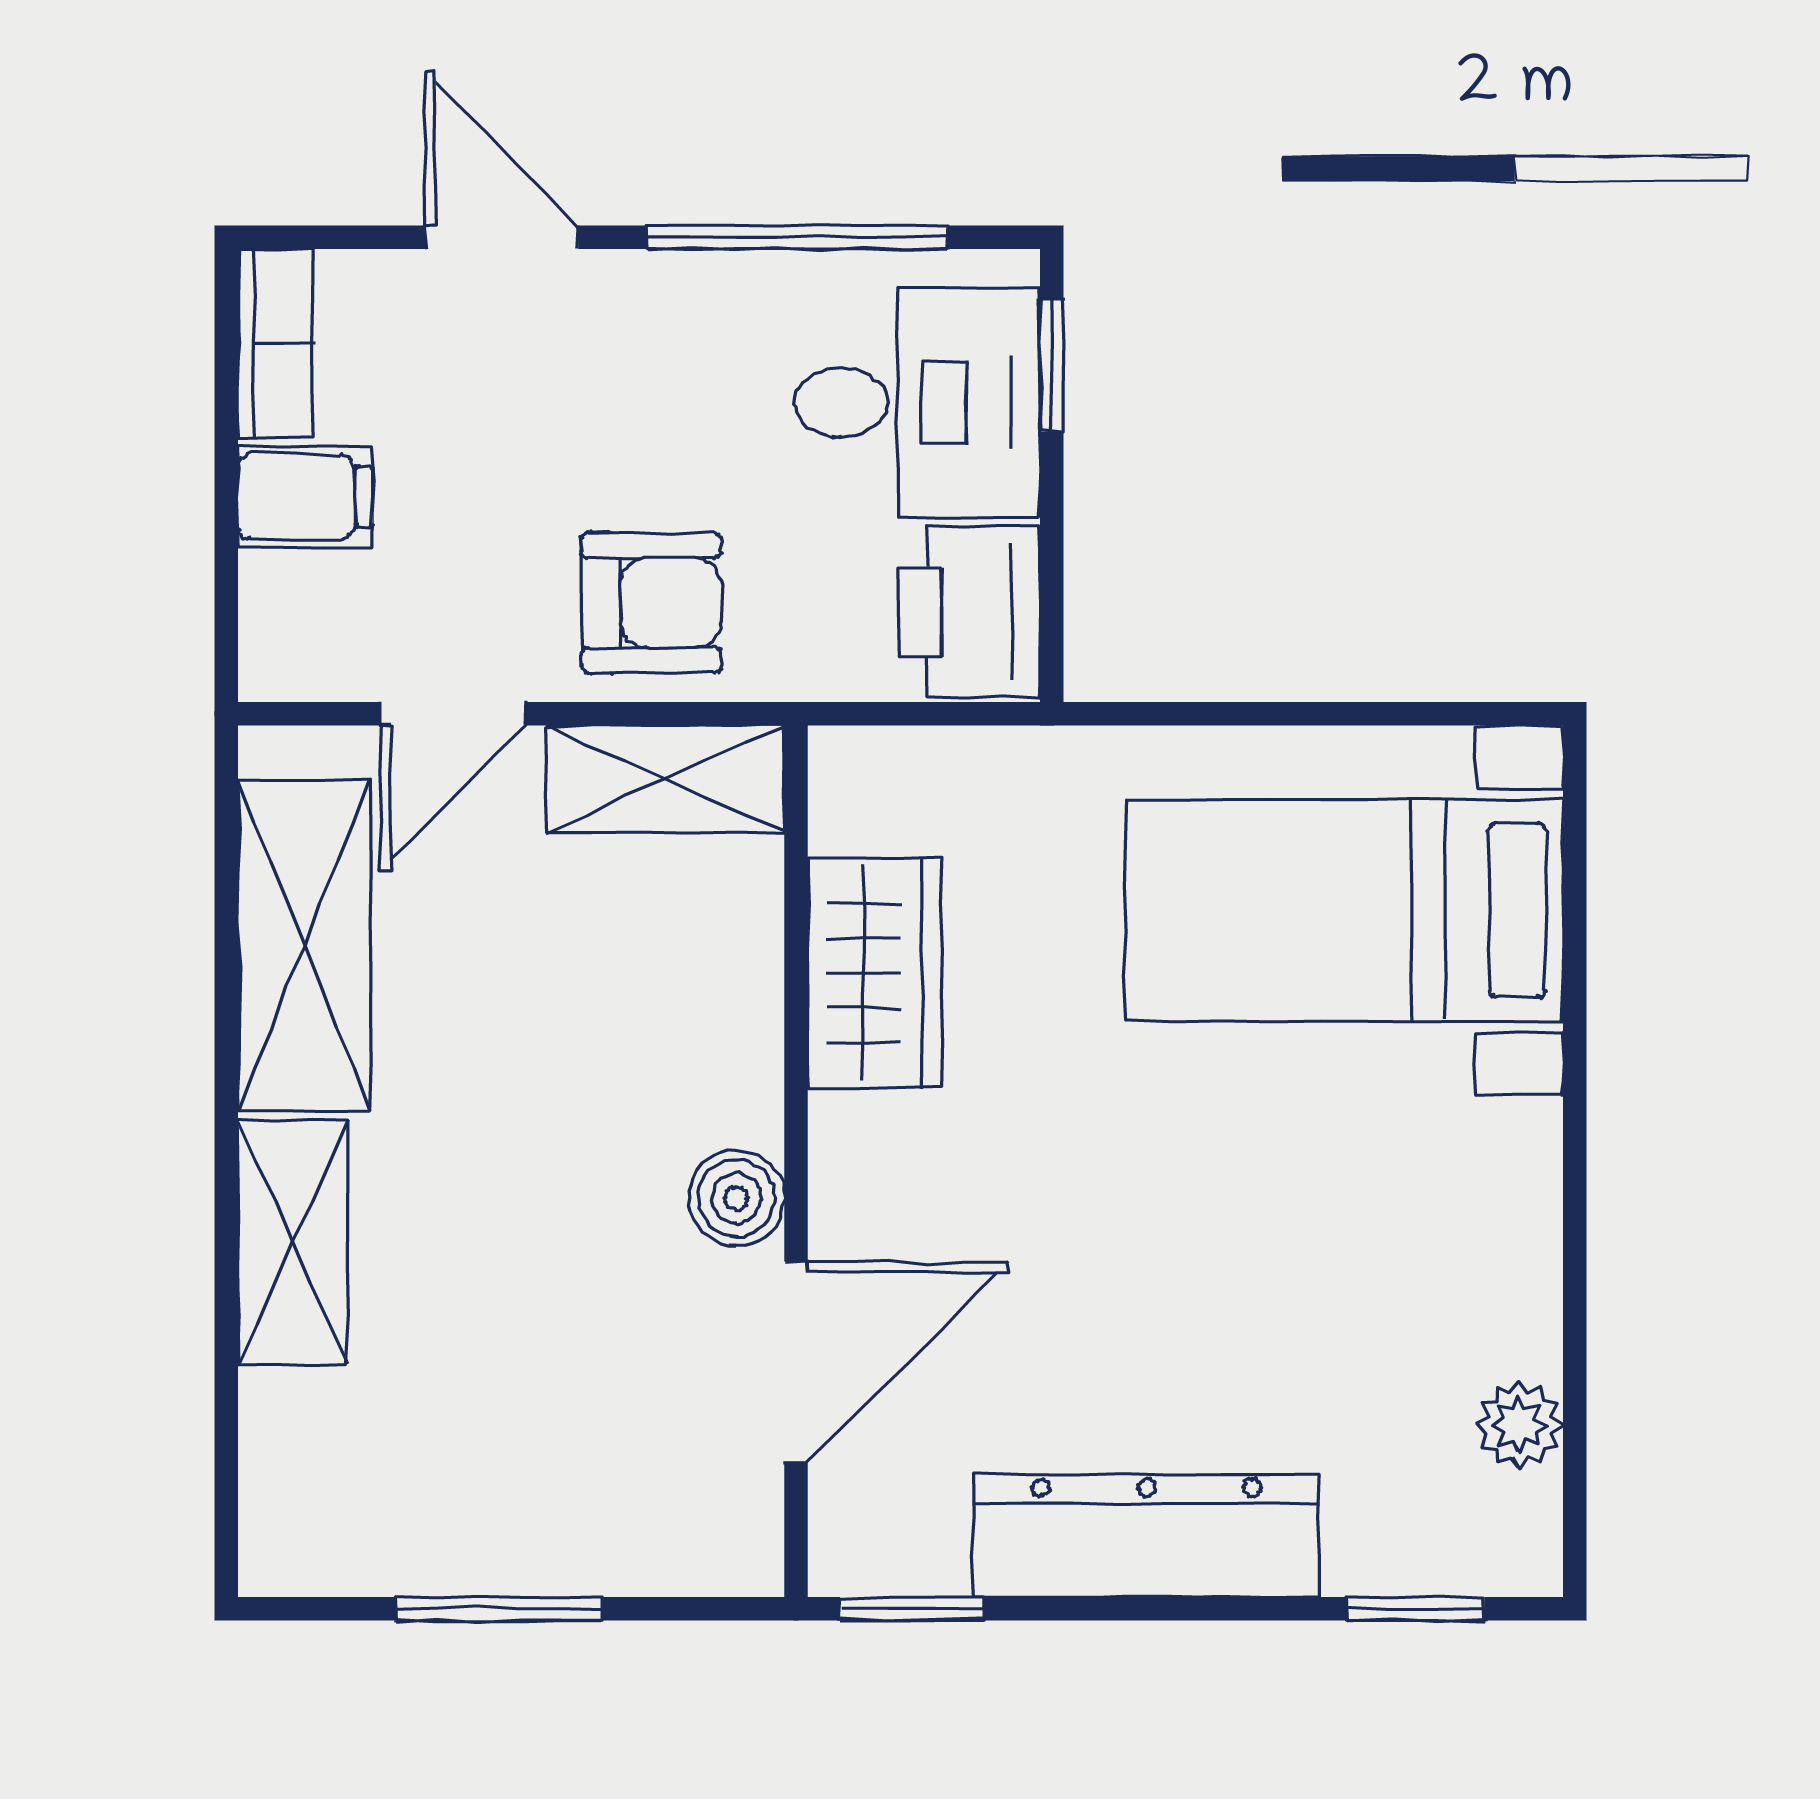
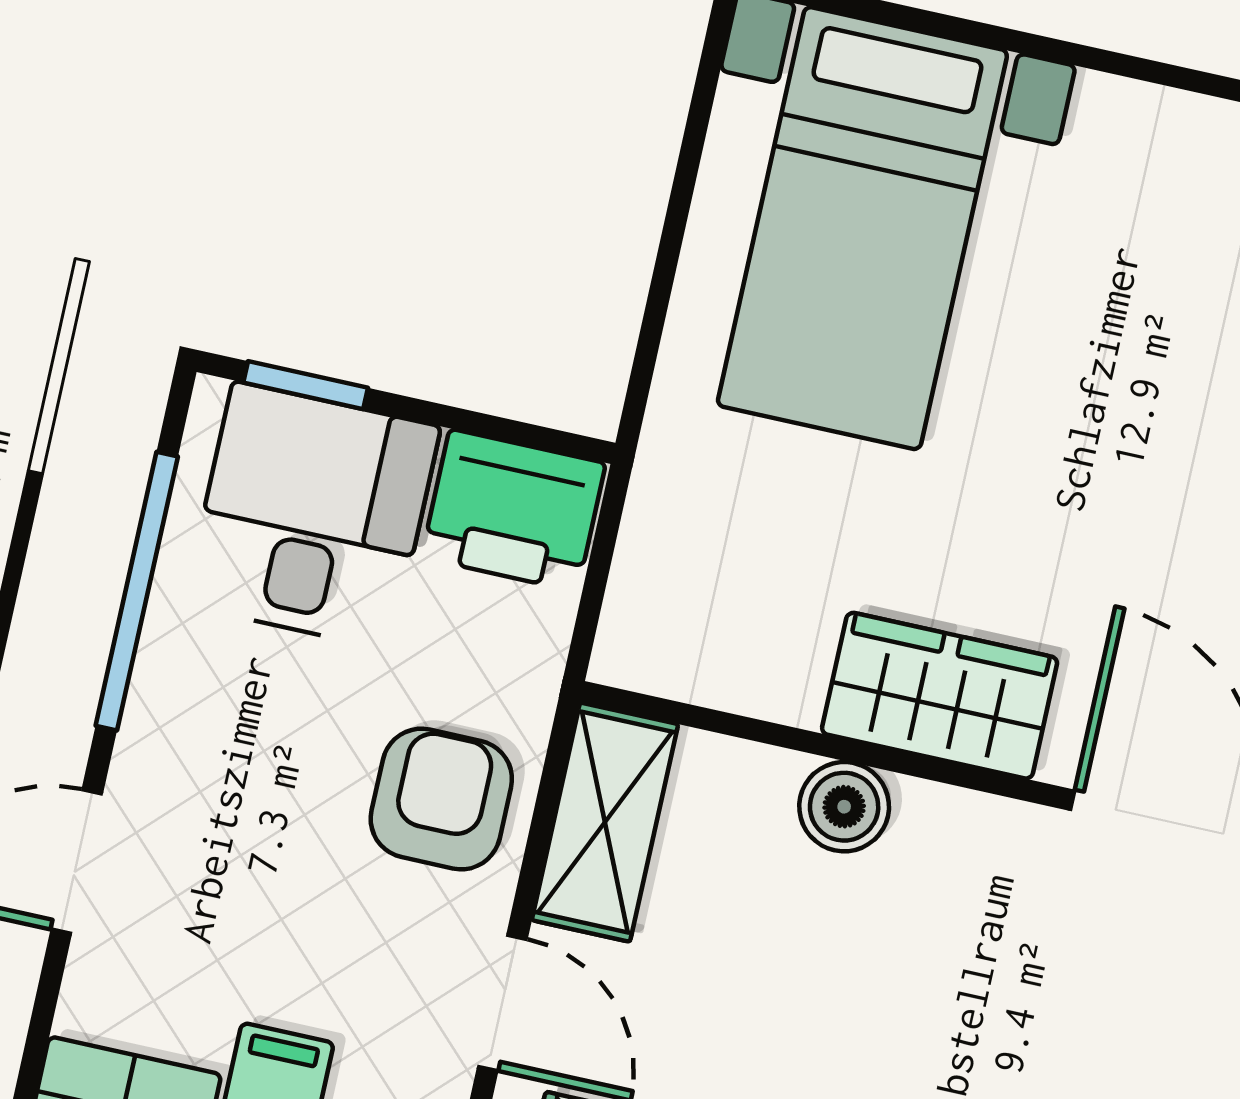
wardrobe: (874, 973) -> (940, 696), moved
boiler: (737, 1198) -> (844, 807), moved

